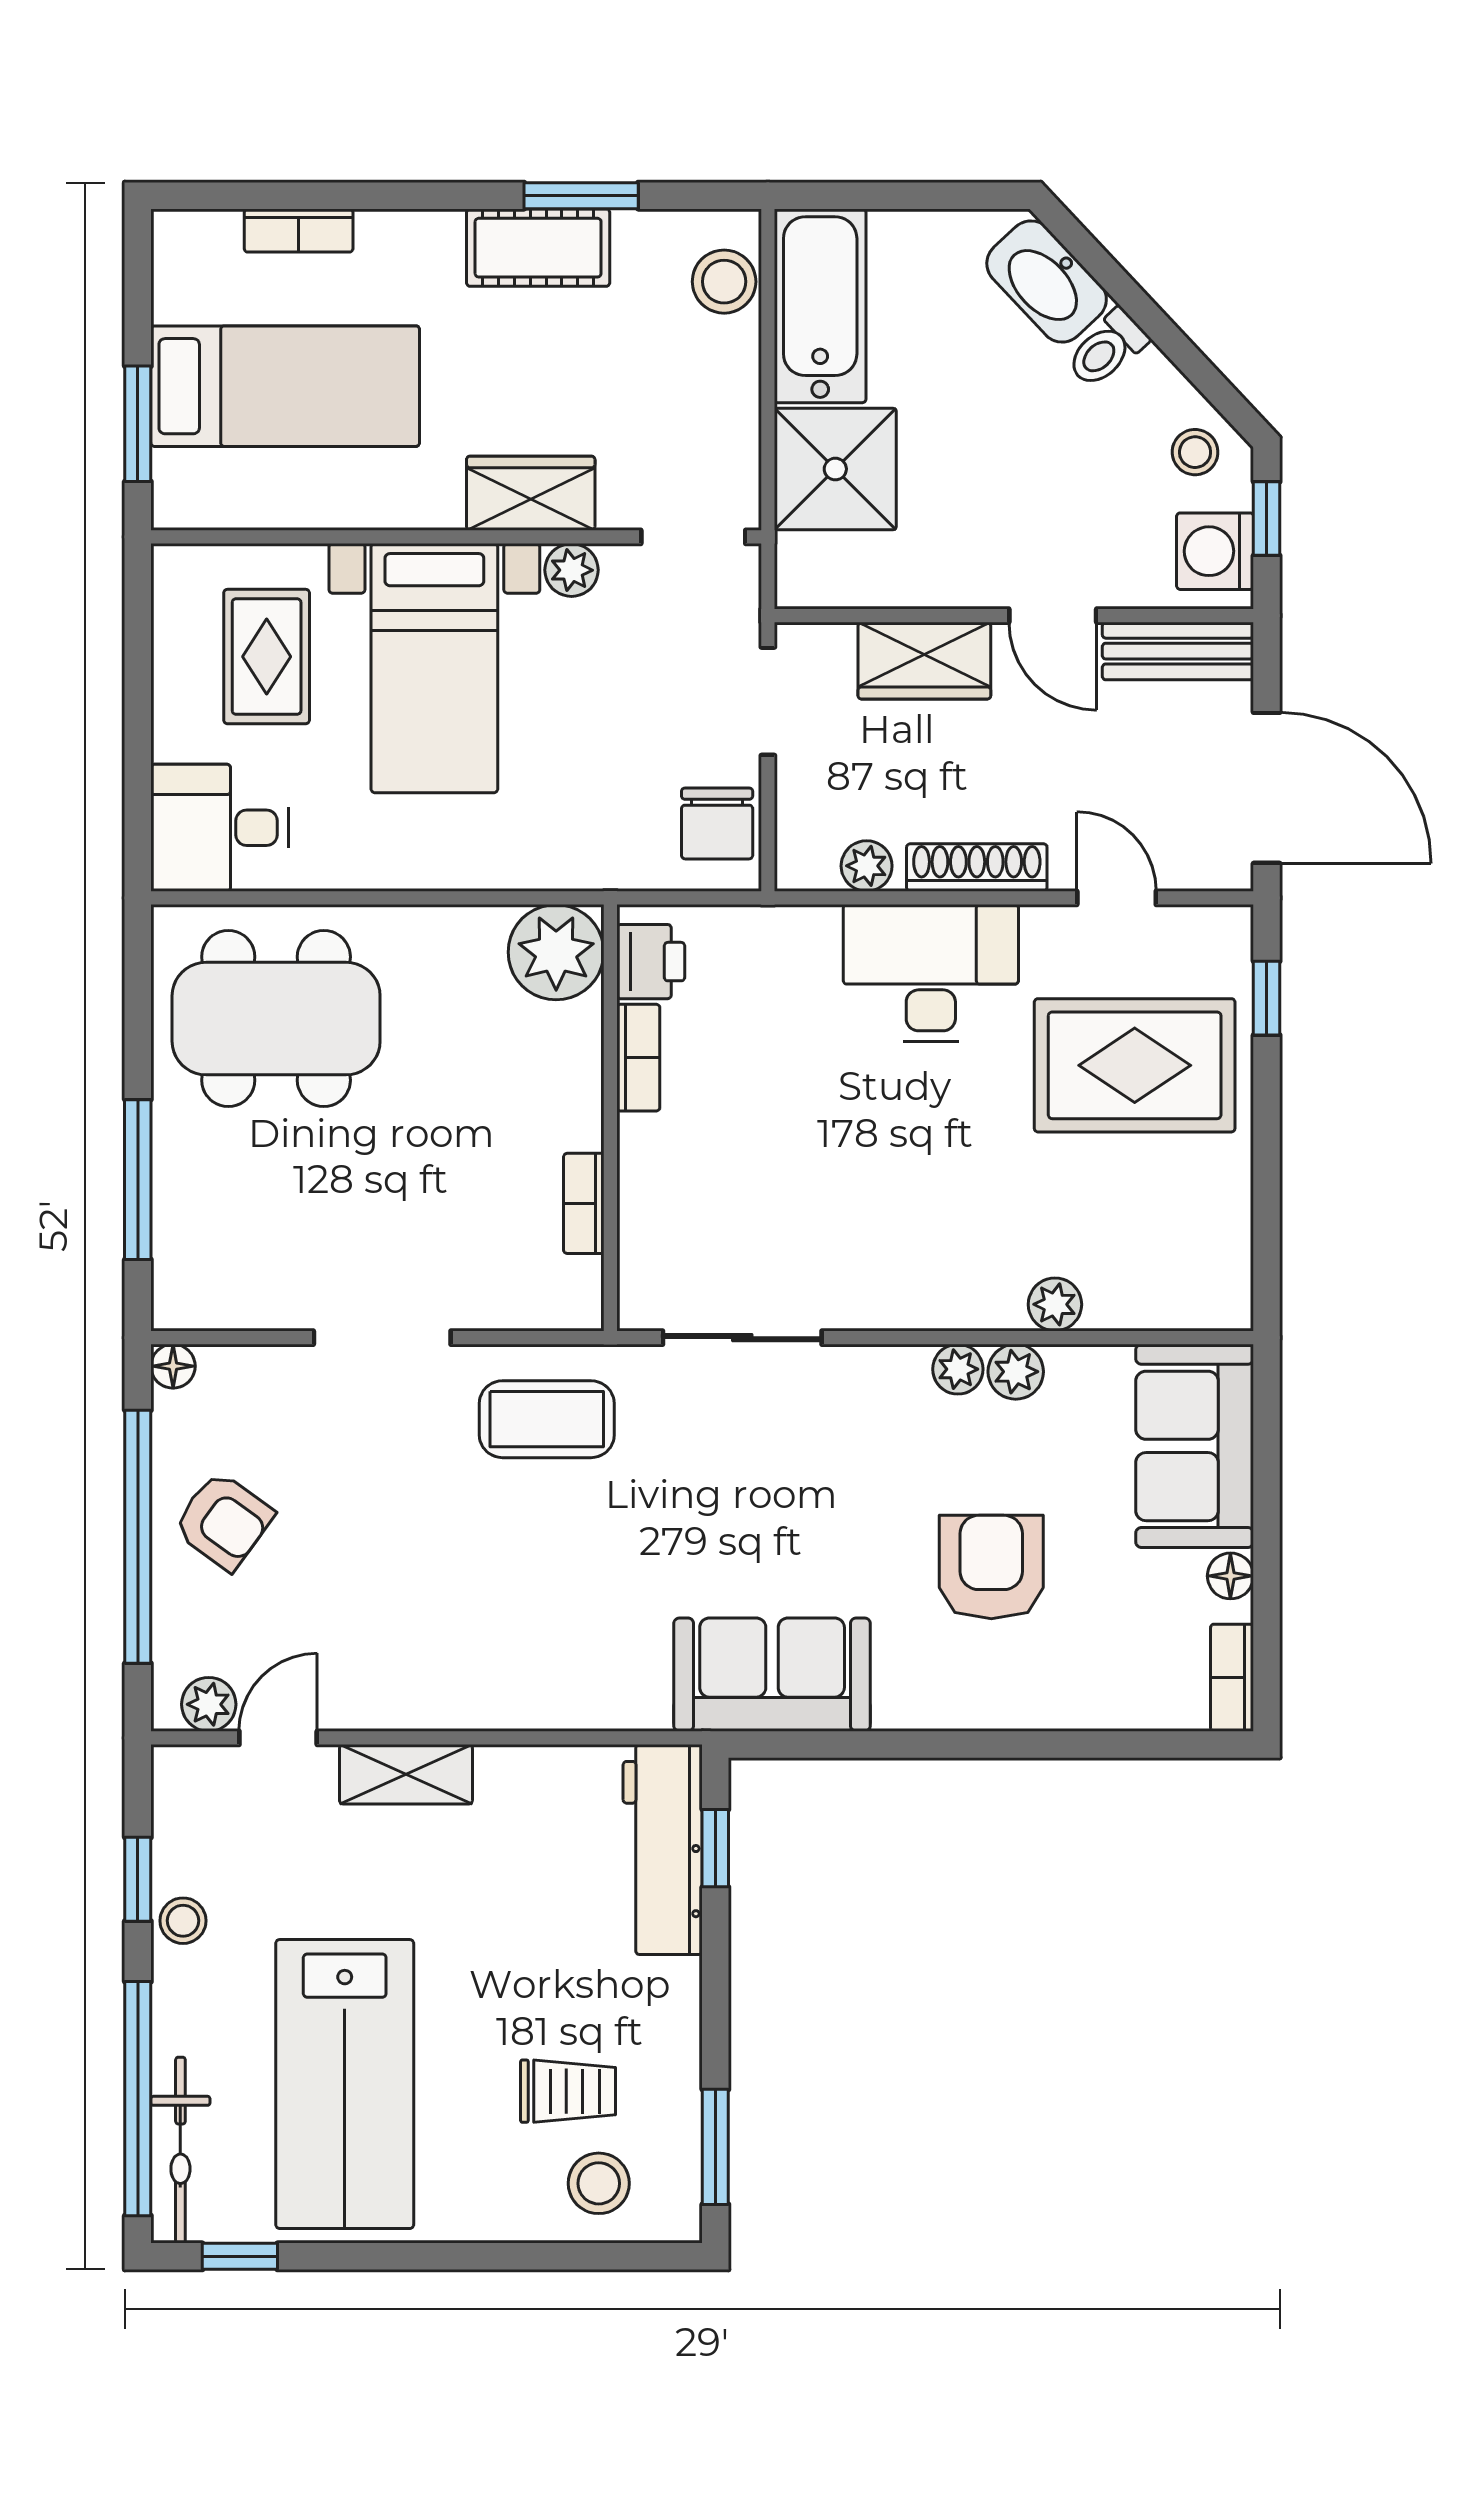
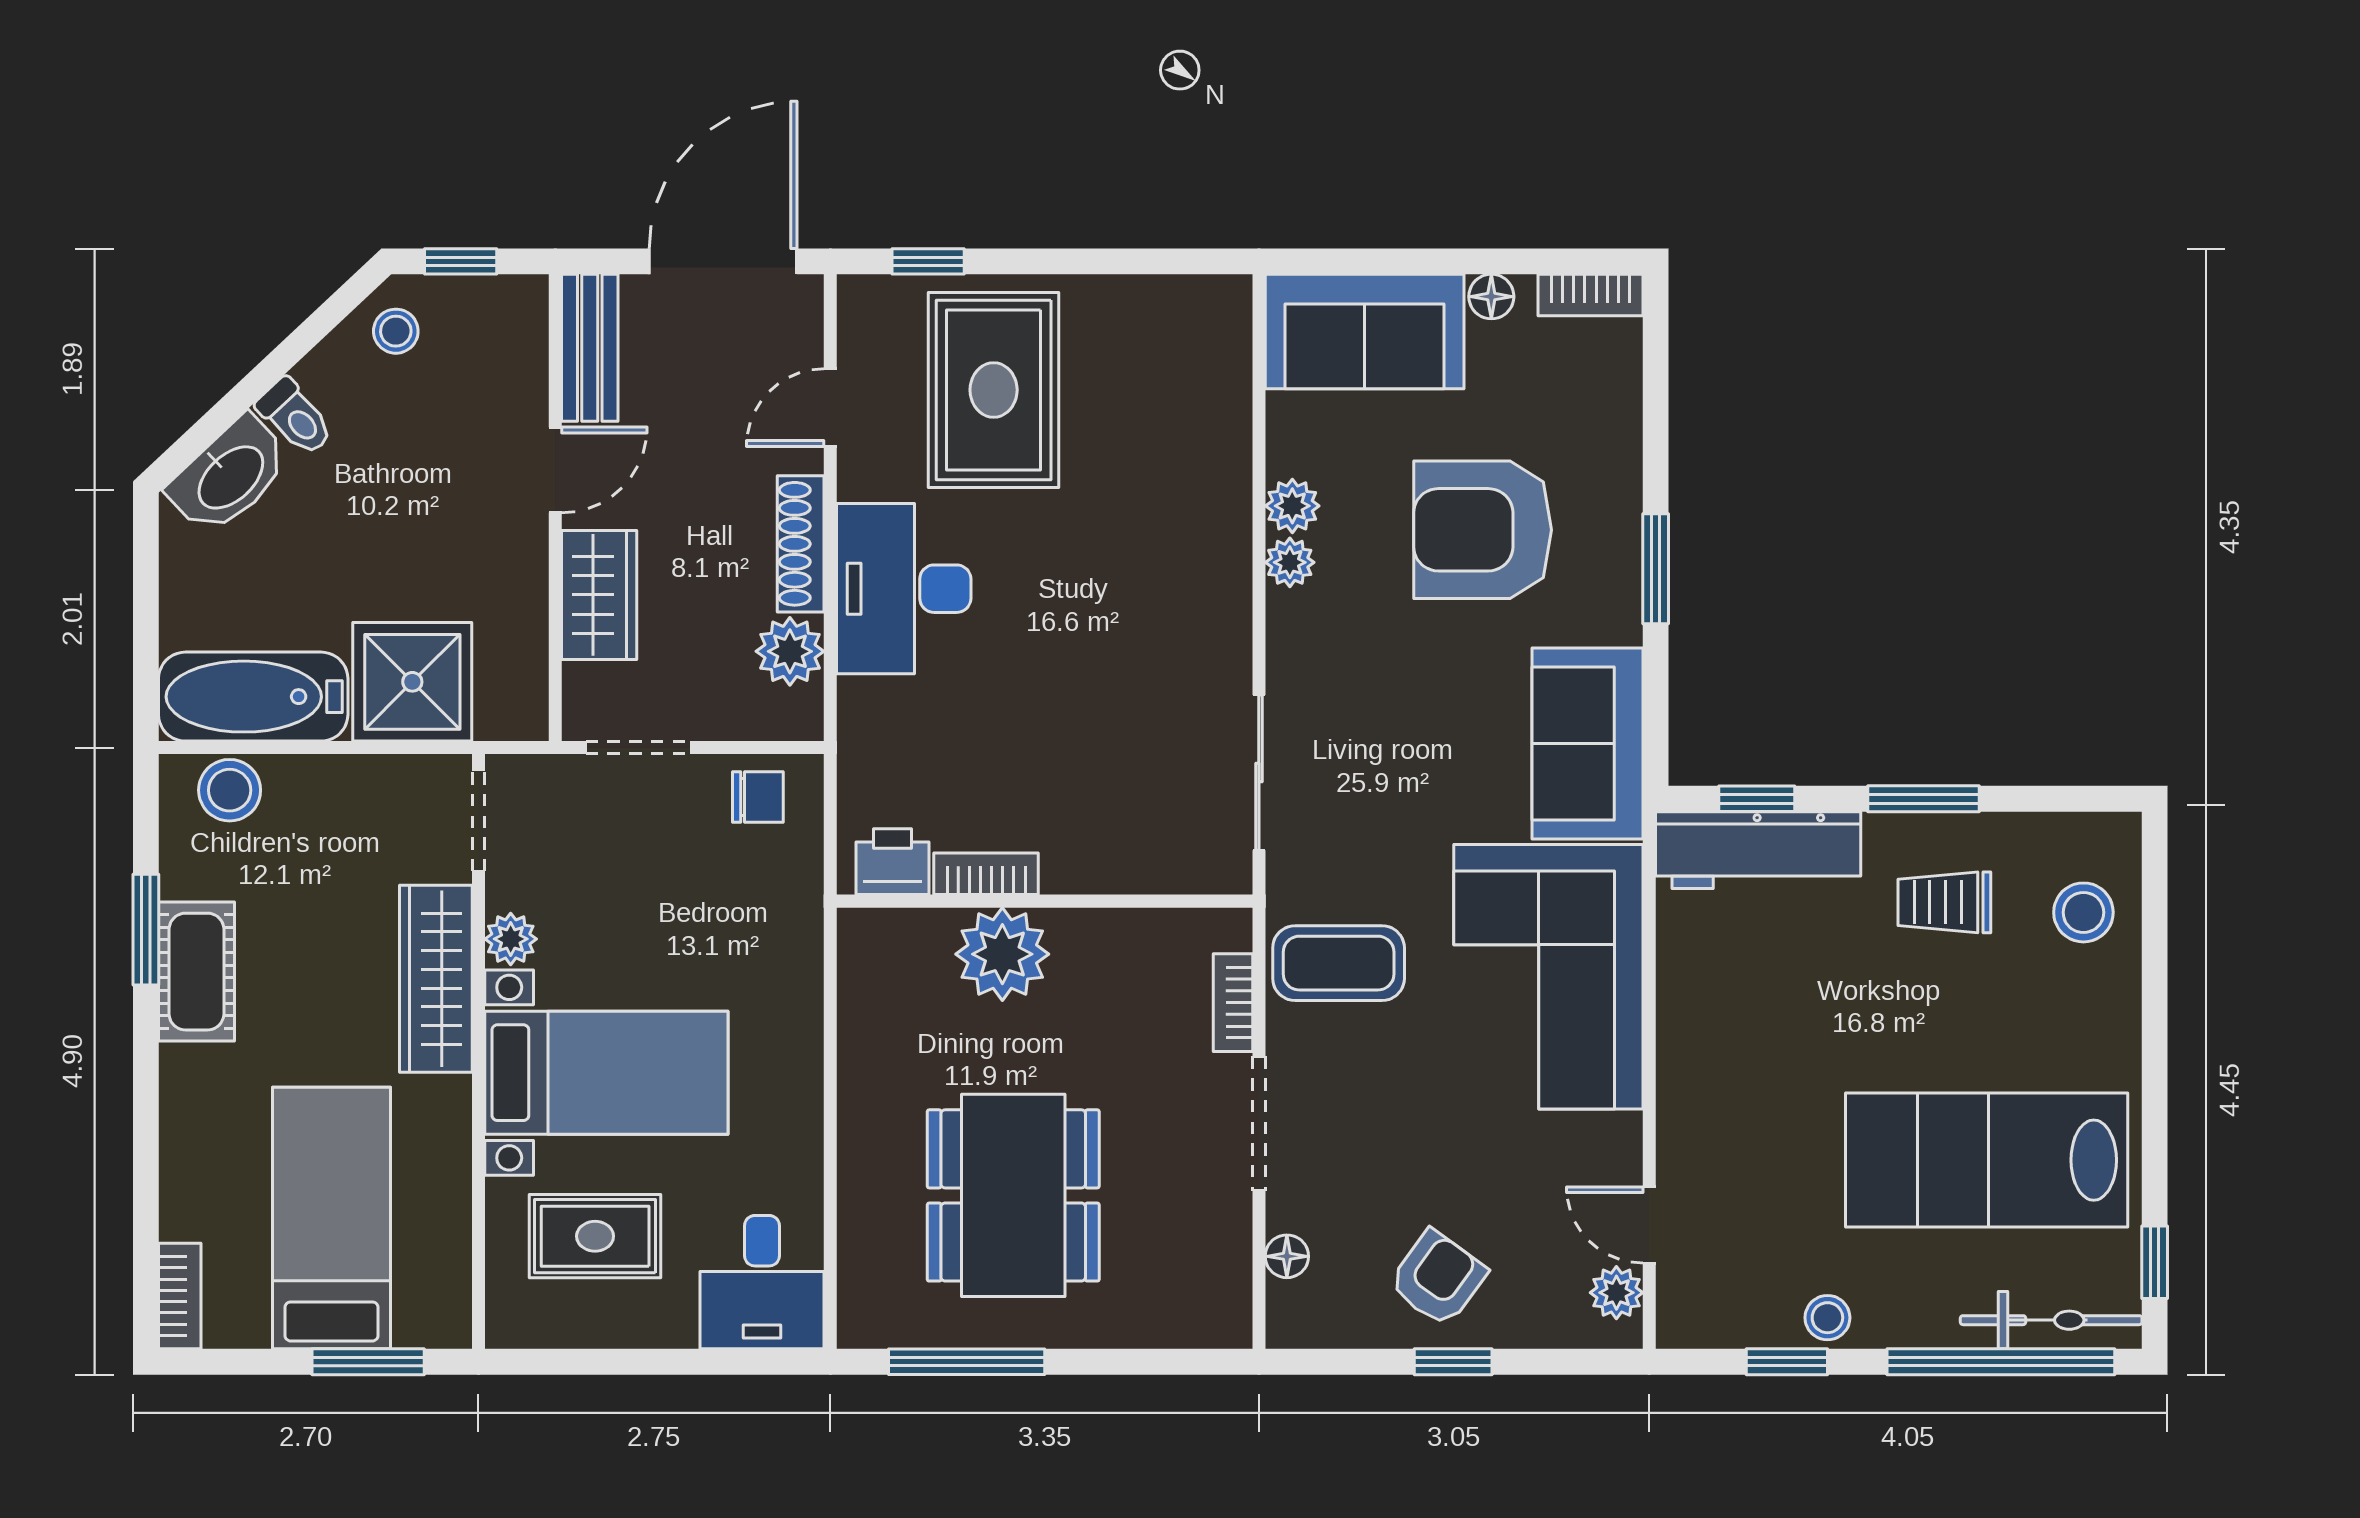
bookcase: (299, 230) -> (180, 1296), moved
wardrobe: (531, 493) -> (436, 979), width x1.50
washing machine: (1215, 551) -> (492, 312), removed
chair: (717, 823) -> (758, 797), width x0.73, depth x0.73
plant: (867, 866) -> (790, 651), width x1.38, depth x1.38
plant: (556, 952) -> (1002, 954), moved
dining table: (276, 1019) -> (1013, 1195), moved
window: (138, 1180) -> (967, 1362), moved
bookcase: (584, 1203) -> (1233, 1003), moved, turned 90
plant: (1055, 1304) -> (1227, 468), removed
floor lamp: (173, 1366) -> (1287, 1256), moved
coffee table: (547, 1419) -> (1339, 963), turned 90
window: (138, 1537) -> (1453, 1362), width x0.32
armchair: (991, 1567) -> (1483, 530), width x1.36, depth x1.36
corner sofa: (533, 1634) -> (1548, 977), added
window: (951, 1744) -> (1656, 569), added
shelving: (406, 1774) -> (1685, 1100), removed
lab bench: (345, 2084) -> (1987, 1160), turned 180
trolley: (568, 2091) -> (1944, 902), moved, turned -90
window: (715, 2147) -> (1923, 799), moved

